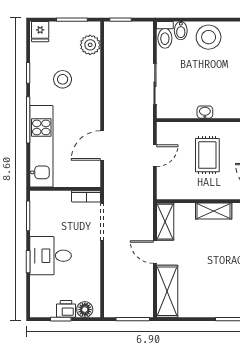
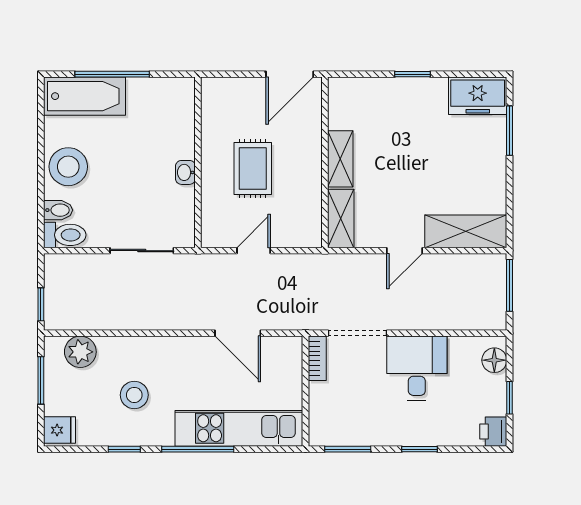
rug: (207, 155) -> (253, 169), turned 90
door: (155, 156) -> (254, 251), hinge flipped
shelving: (165, 222) -> (341, 218), moved, turned 90
desk: (50, 256) -> (417, 368), moved, turned 180
printer: (66, 309) -> (493, 432), moved

